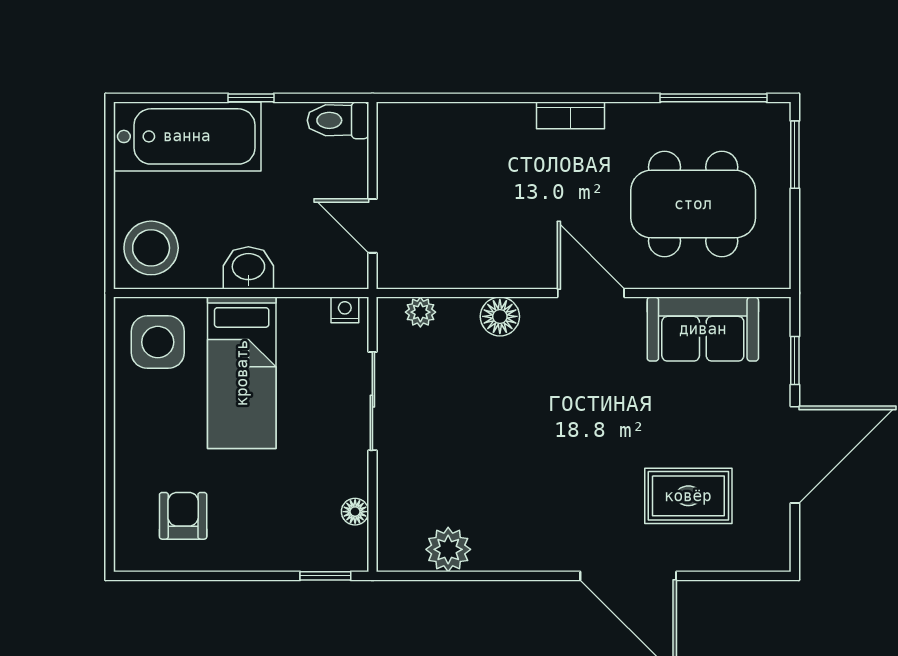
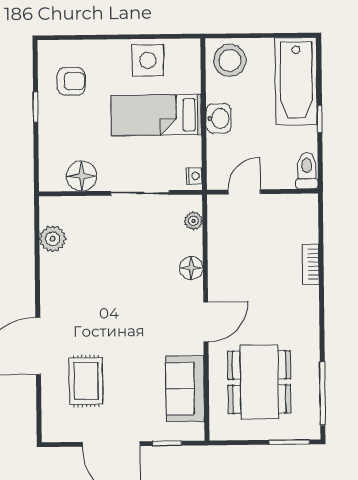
bookcase: (570, 115) -> (311, 264), moved
side table: (158, 342) -> (148, 60), moved
floor lamp: (355, 512) -> (82, 176), width x1.89, depth x1.89
window: (325, 576) -> (36, 107), moved

